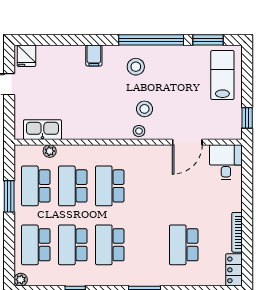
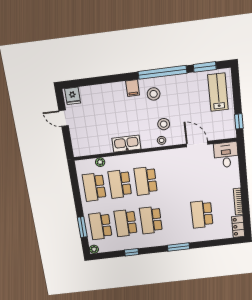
filing cabinet: (94, 55) -> (133, 88), moved
kitchen sink: (42, 130) -> (126, 144), moved
door: (187, 142) -> (197, 144), swing flipped
window: (9, 196) -> (82, 227), moved

